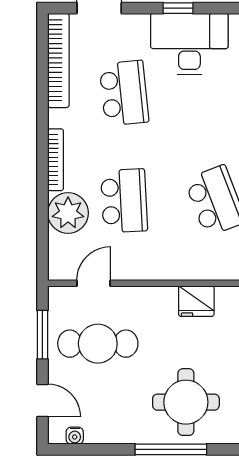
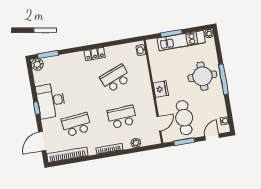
plant: (68, 213) -> (136, 143), width x0.53, depth x0.53
door: (94, 283) -> (159, 124), swing flipped
fridge: (196, 301) -> (161, 89), moved

